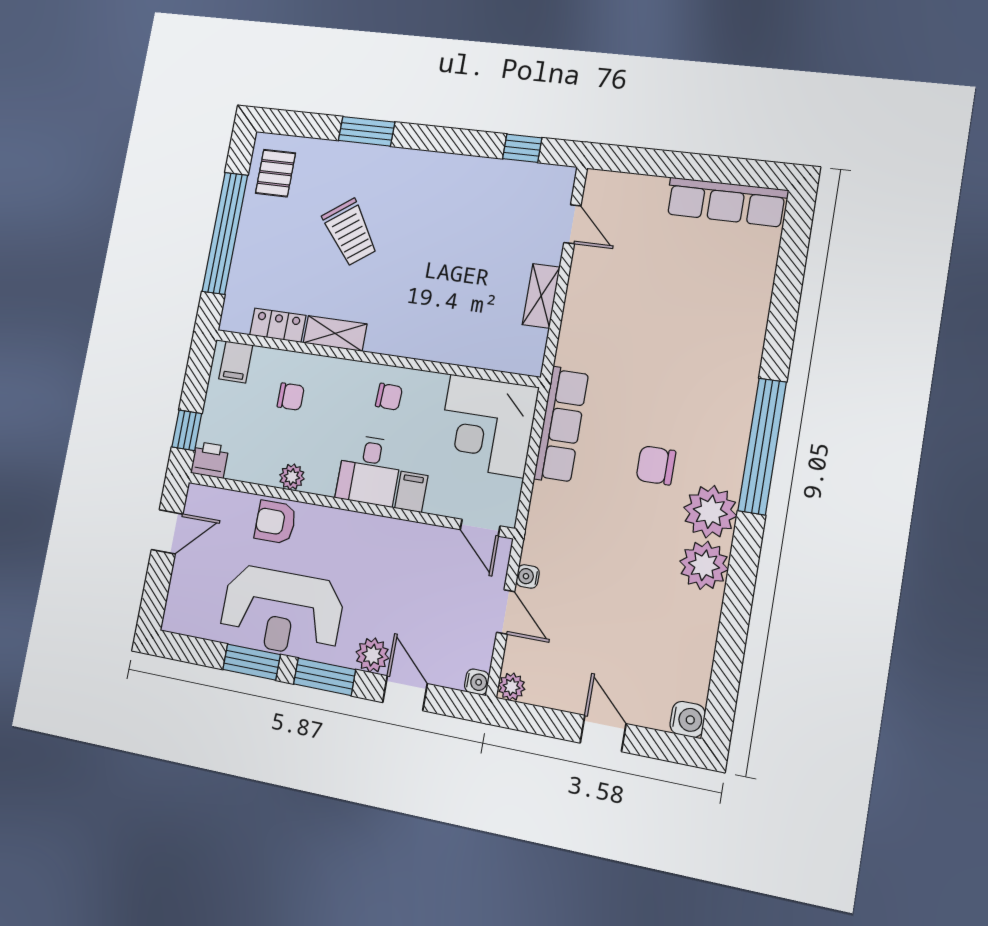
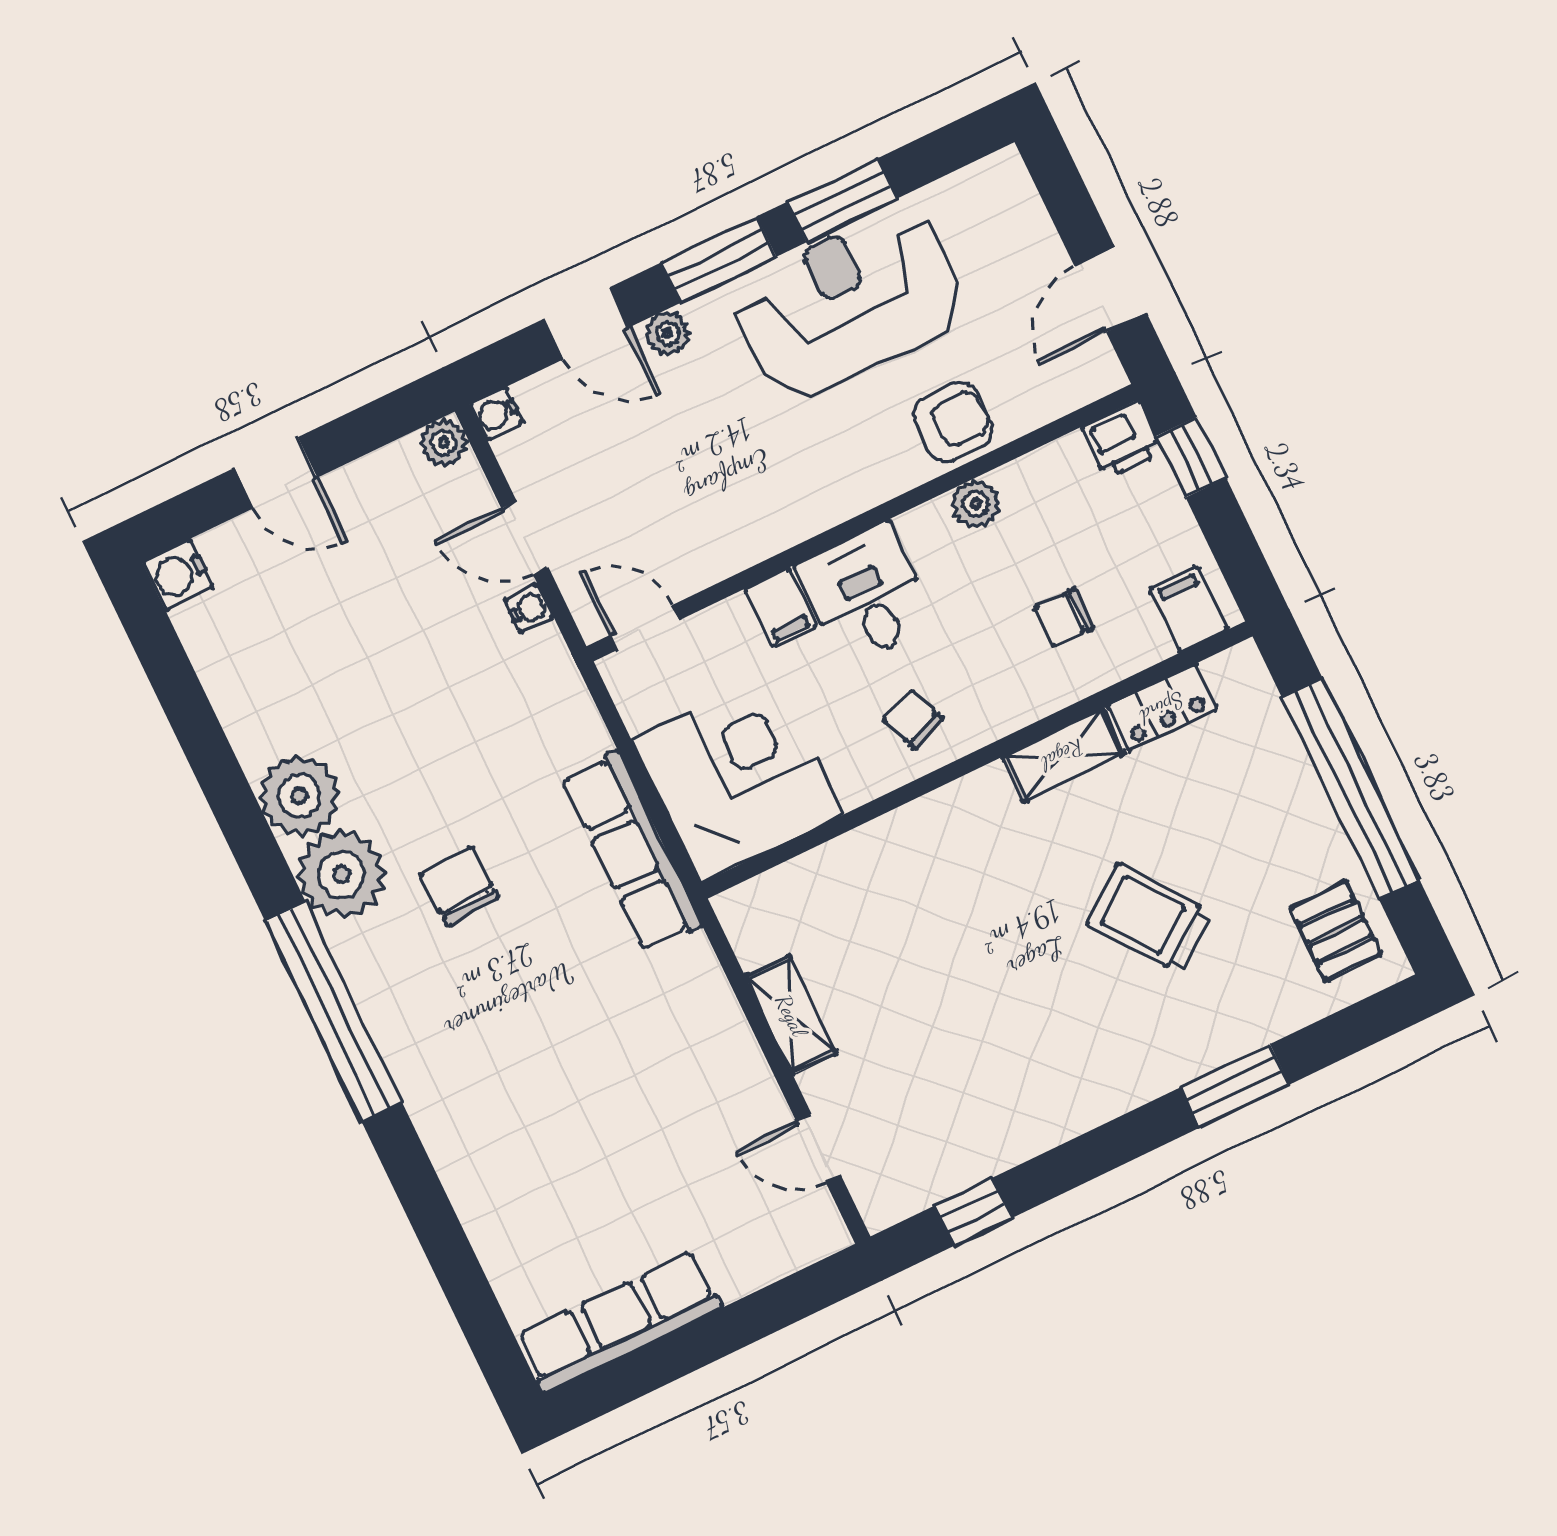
chair: (389, 397) -> (913, 719), turned 67
chair: (656, 465) -> (459, 886), turned -93
plant: (372, 655) -> (668, 333), width x0.73, depth x0.73

